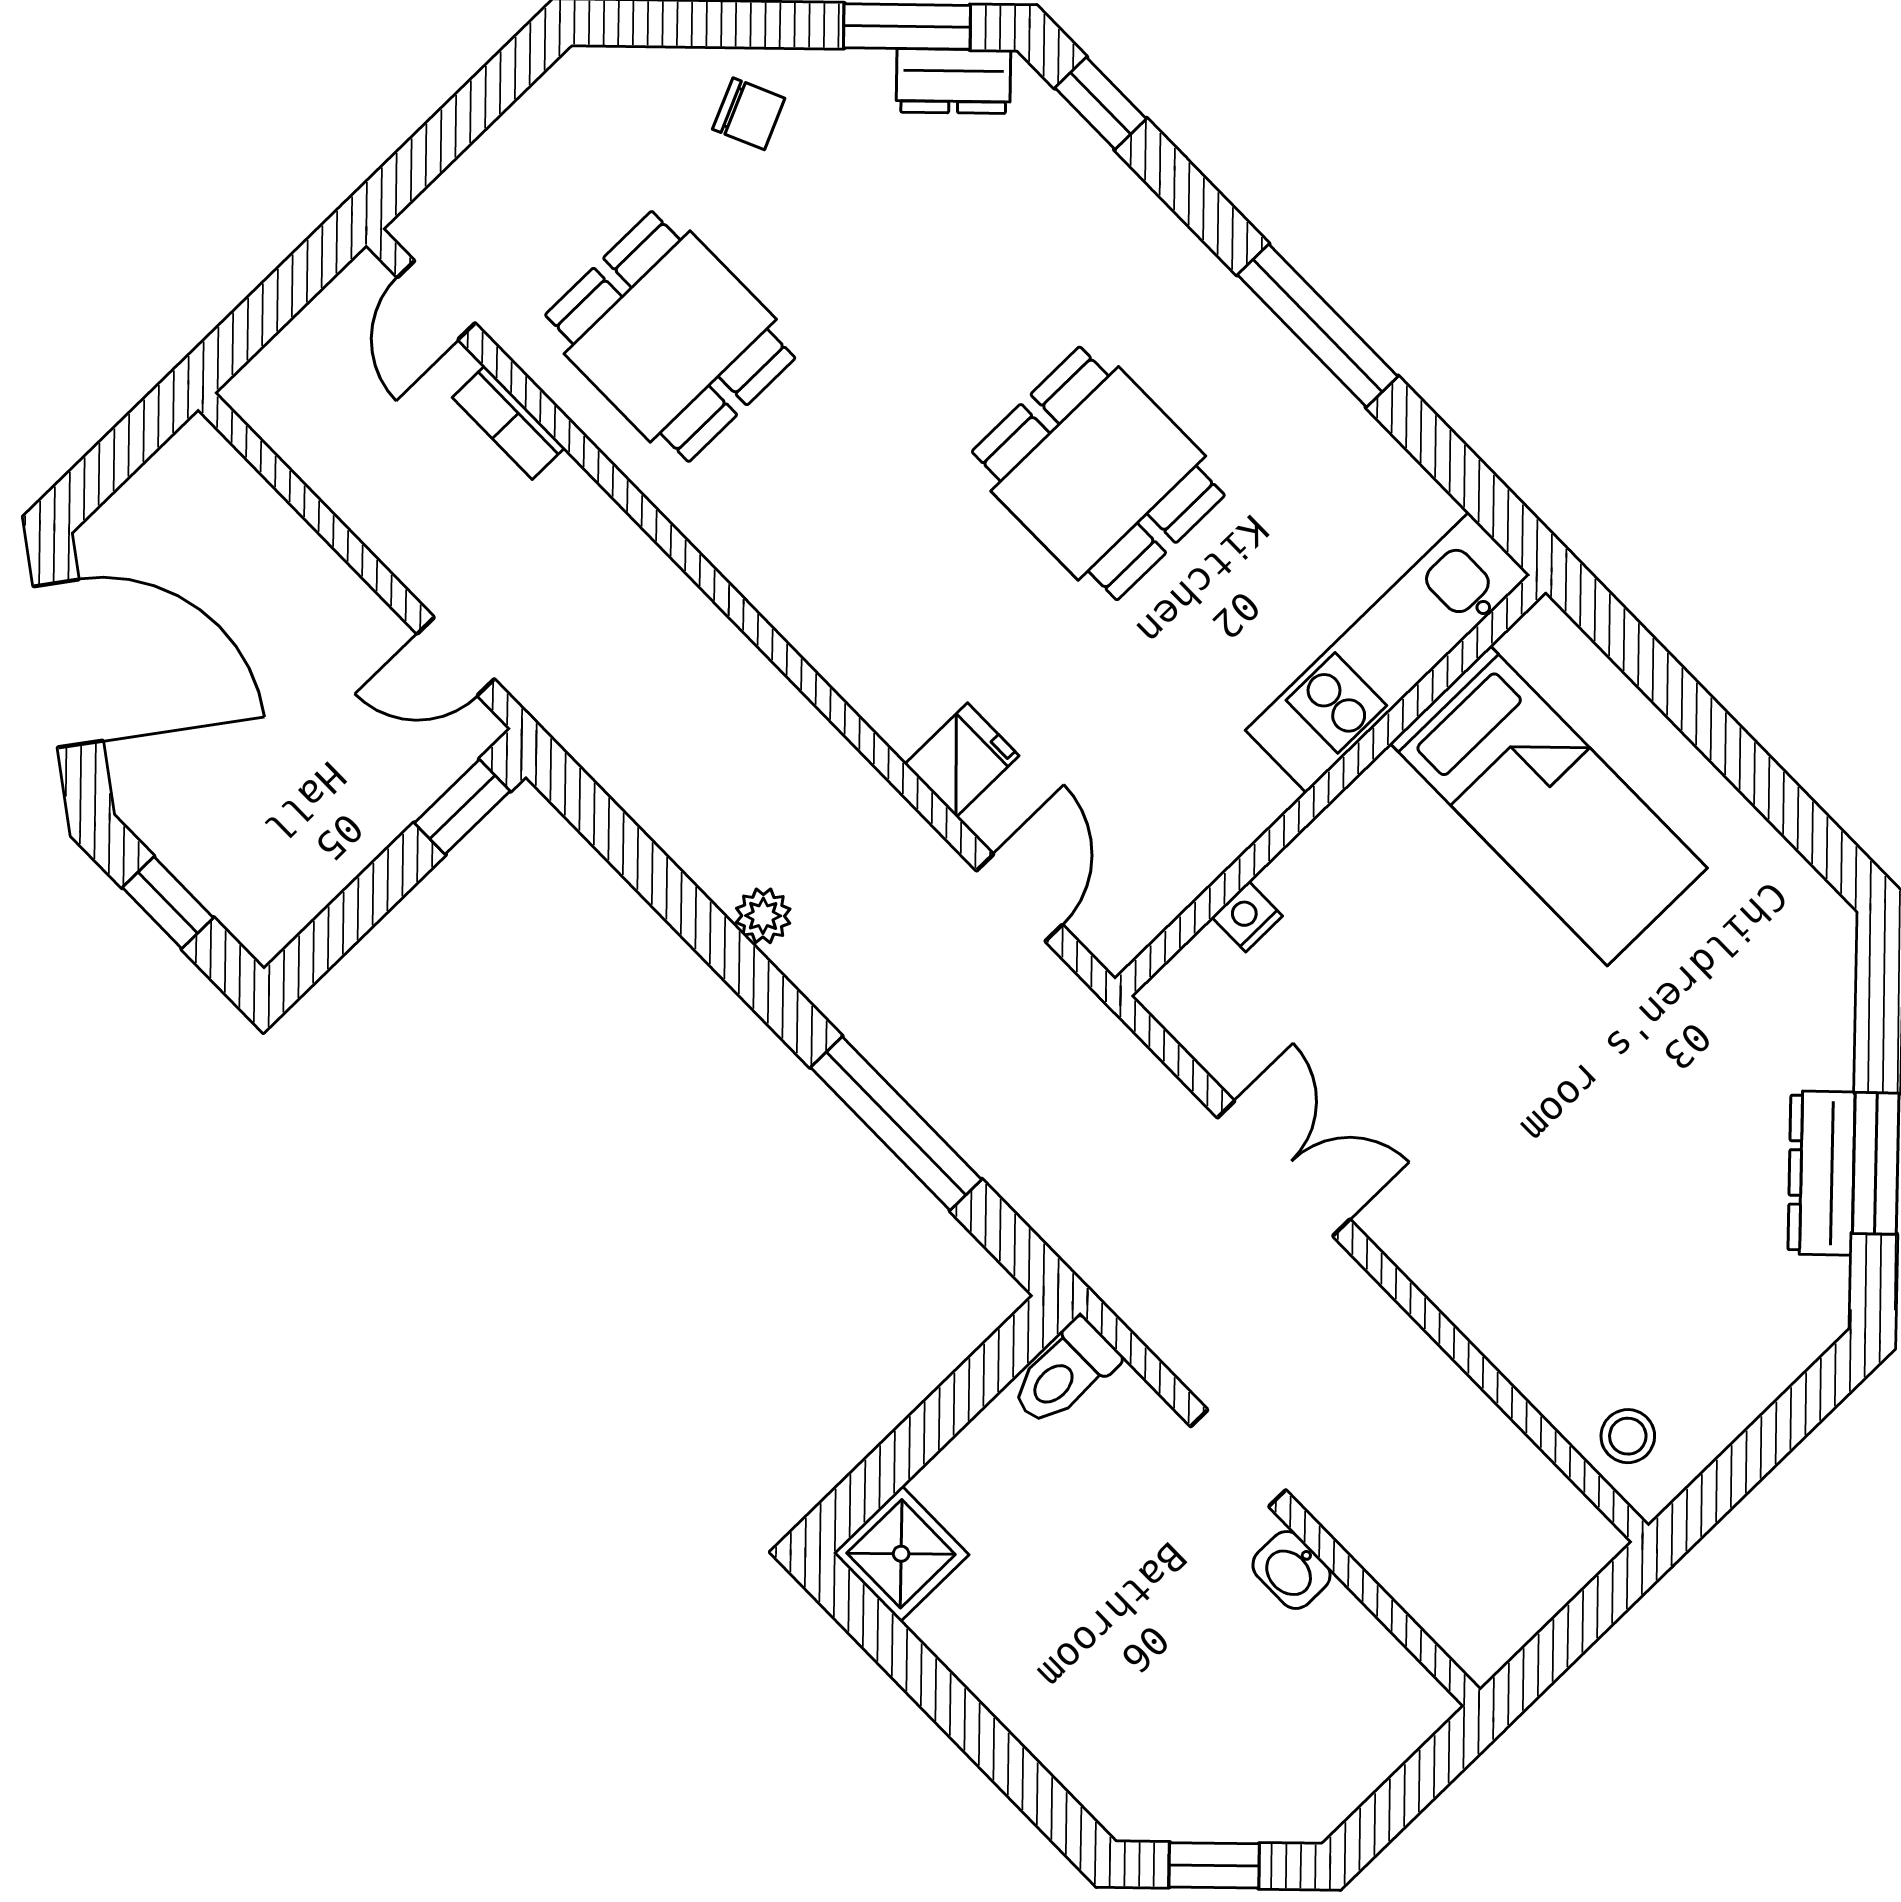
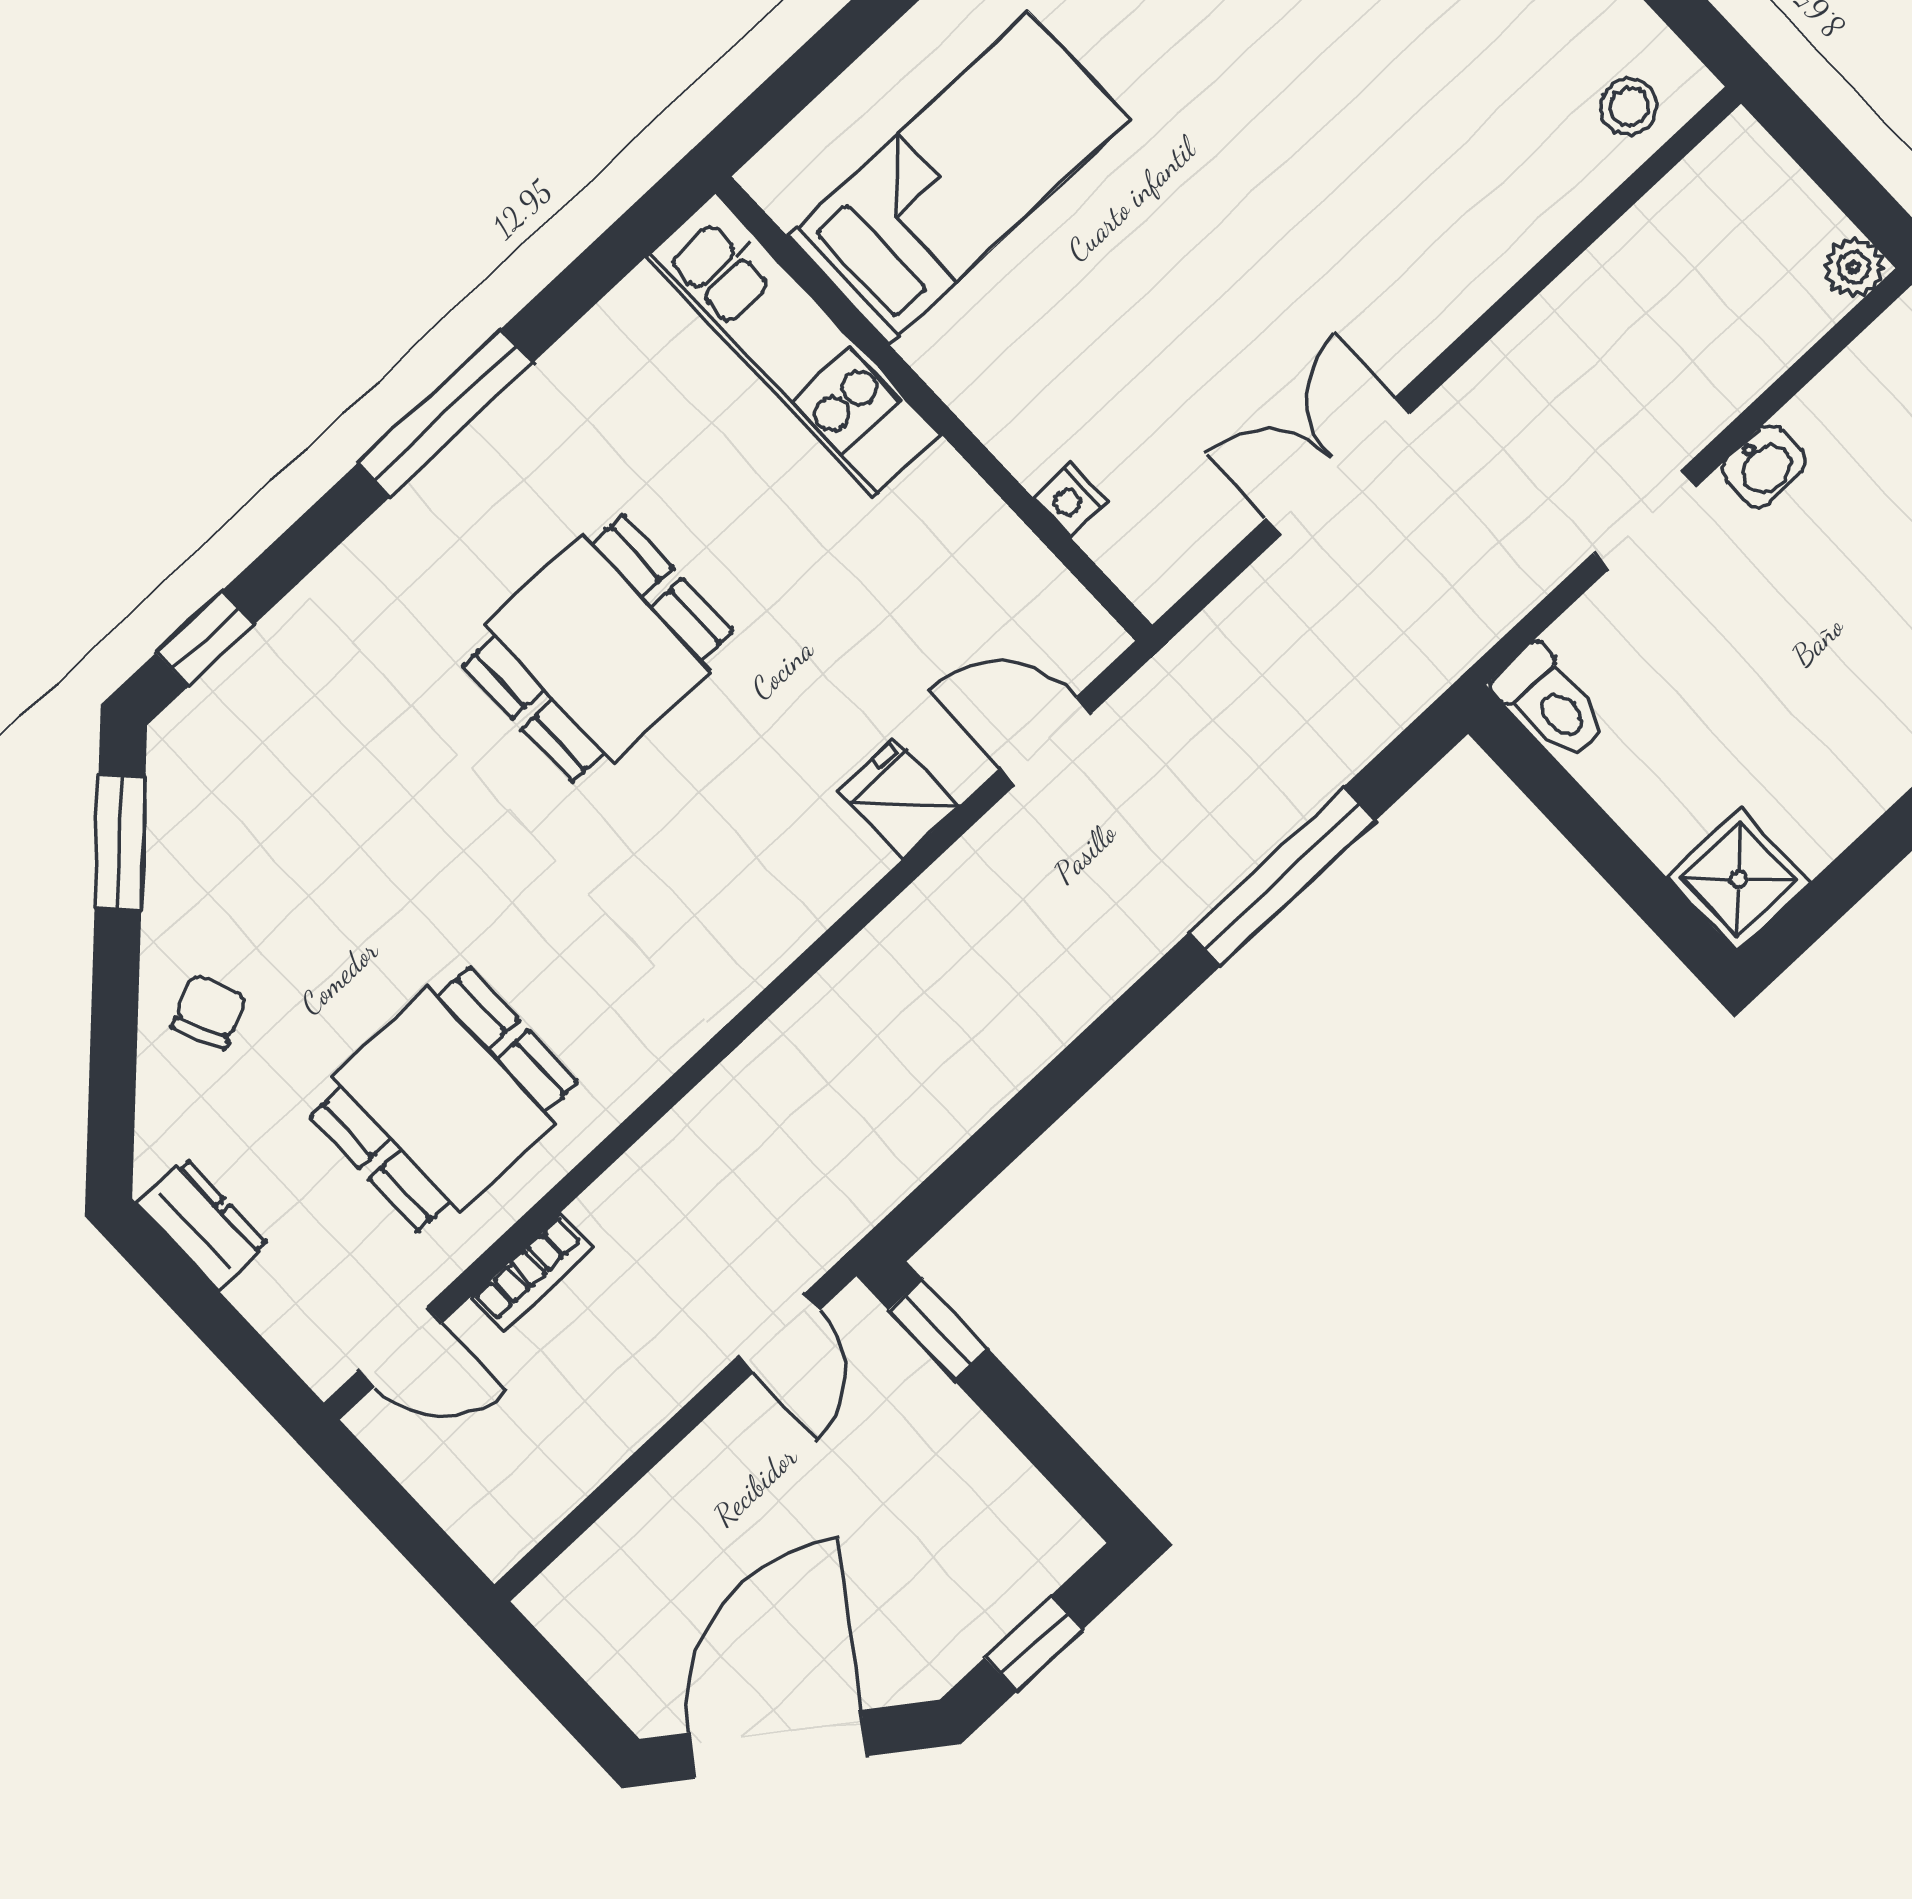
dresser: (953, 81) -> (203, 1224), moved, turned -45
plant: (763, 916) -> (1854, 267), moved

